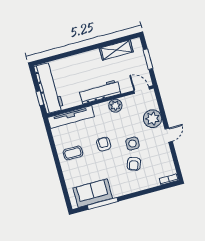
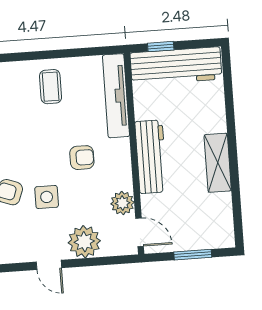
shelving: (116, 50) -> (218, 163), moved
door: (142, 90) -> (140, 232), hinge flipped
plant: (115, 106) -> (122, 203), moved
armchair: (104, 144) -> (82, 158), moved

